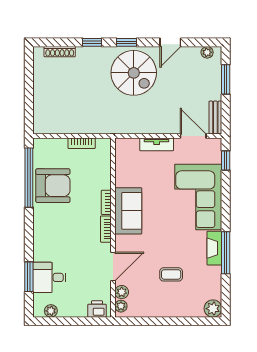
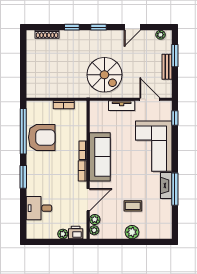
spiral stairs: (134, 73) -> (104, 75), moved
bench: (215, 117) -> (167, 67), moved
sofa: (128, 211) -> (100, 157), width x1.36
window: (29, 277) -> (23, 177), moved
plant: (213, 309) -> (132, 232), moved
plant: (51, 311) -> (63, 234), moved

